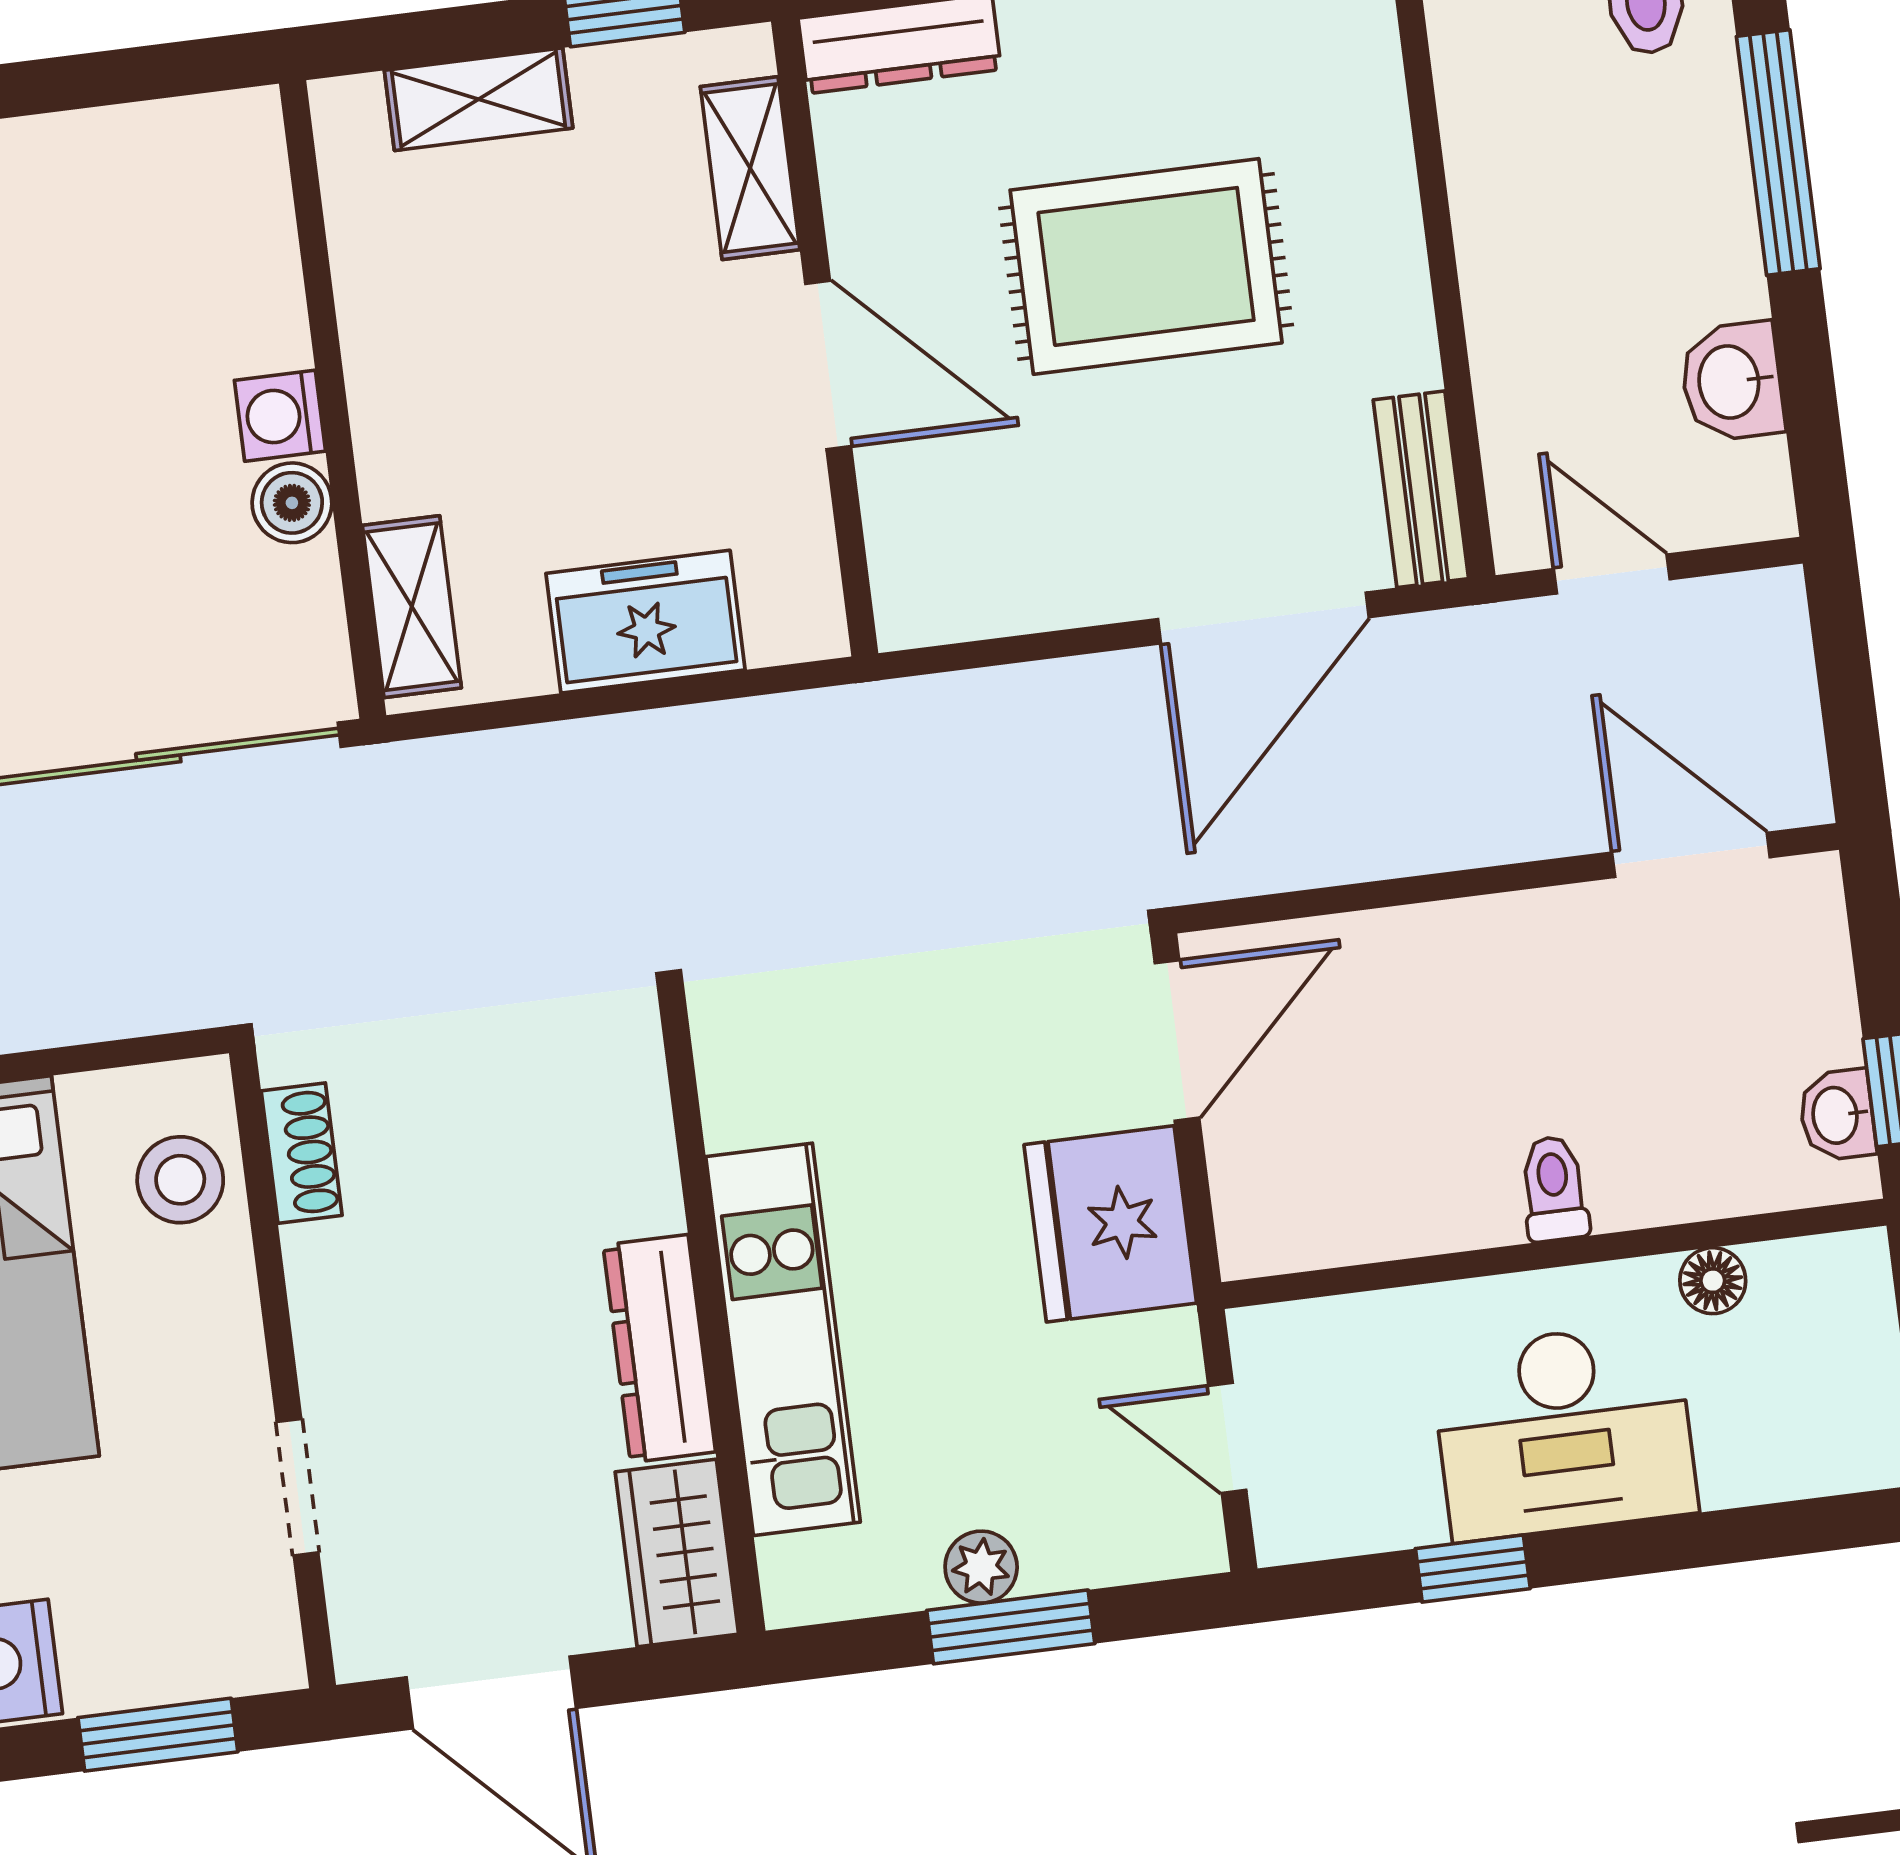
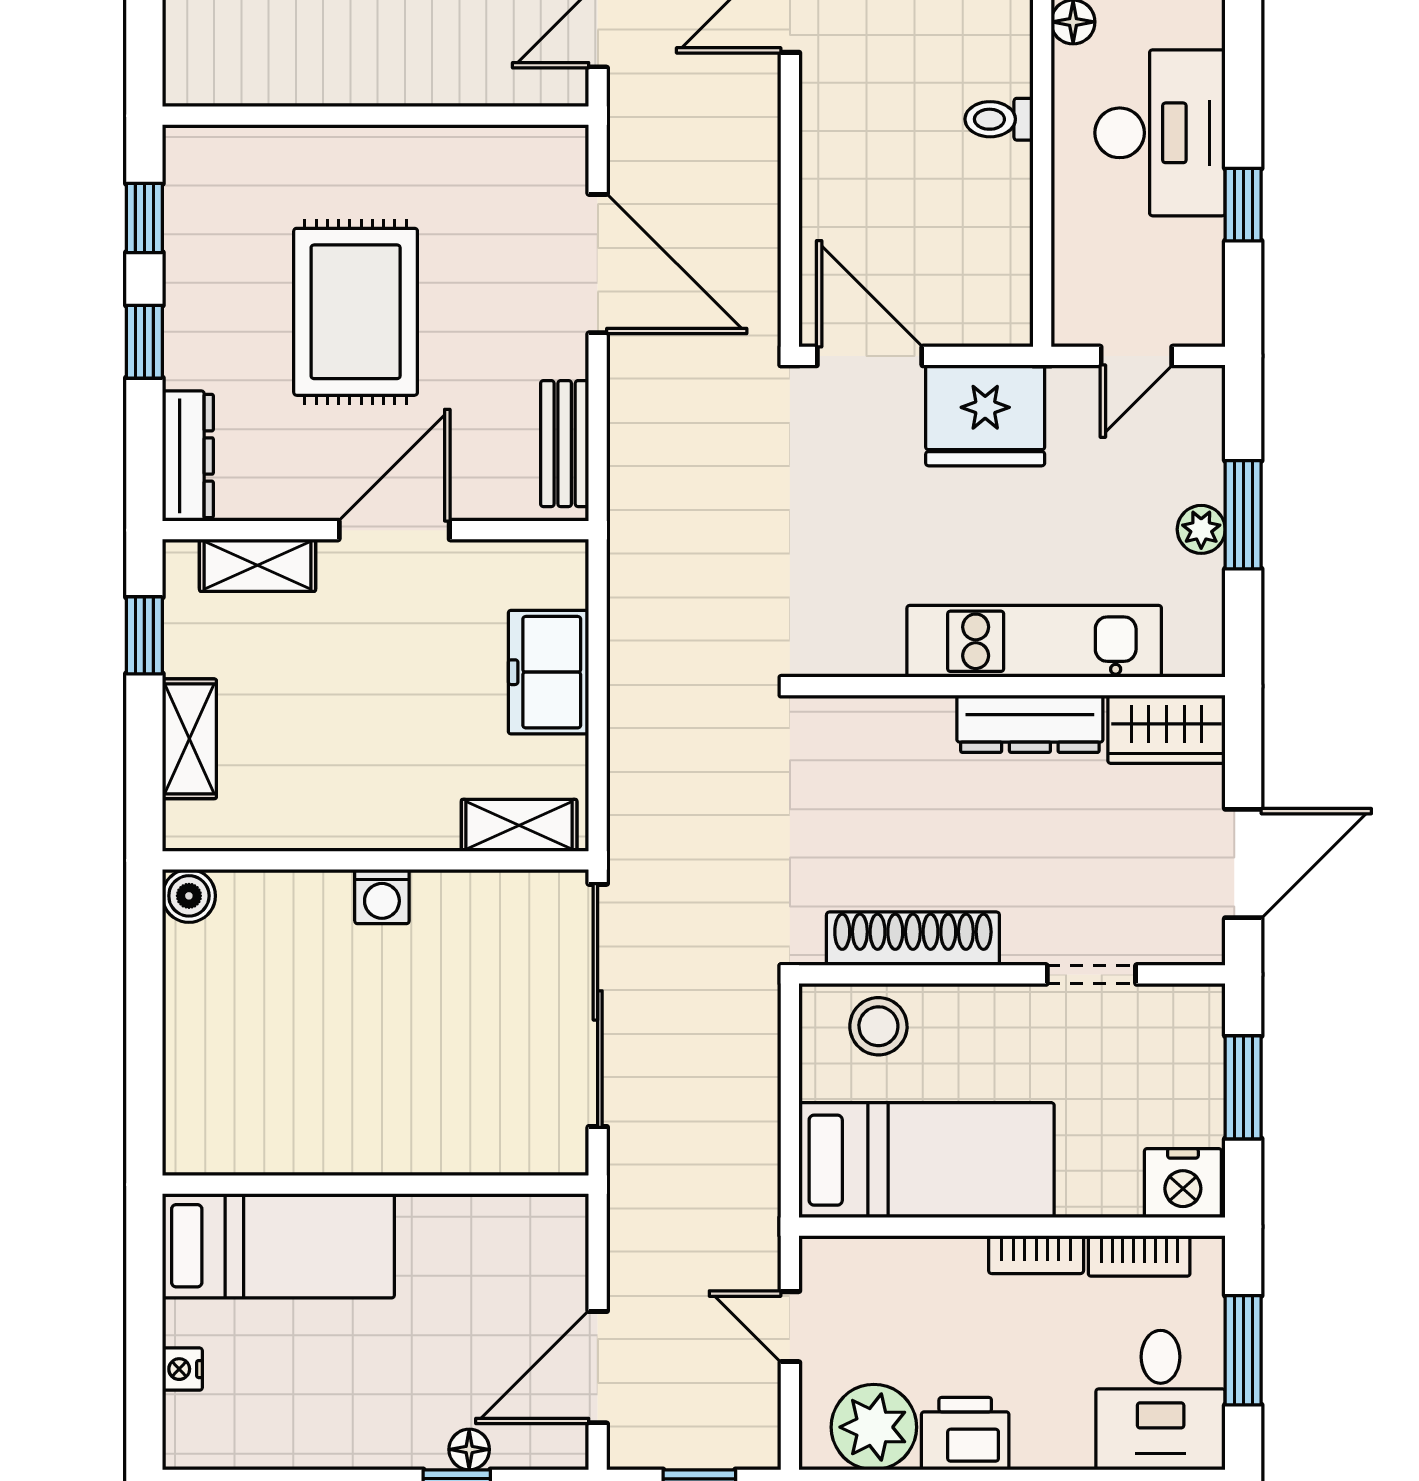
bench: (1421, 489) -> (565, 444), moved, turned 90
boiler: (292, 503) -> (189, 896), moved
shoe rack: (302, 1153) -> (913, 939), width x1.94, depth x1.24

